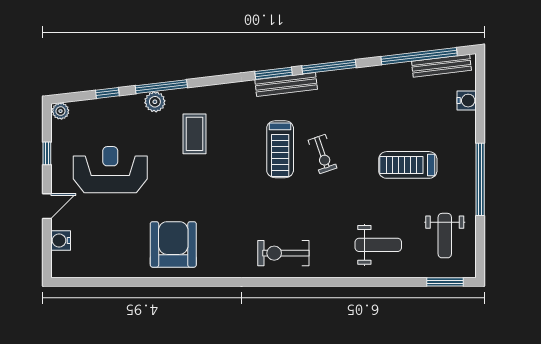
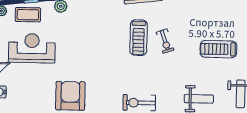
coffee table: (194, 134) -> (28, 15), moved, turned 90

